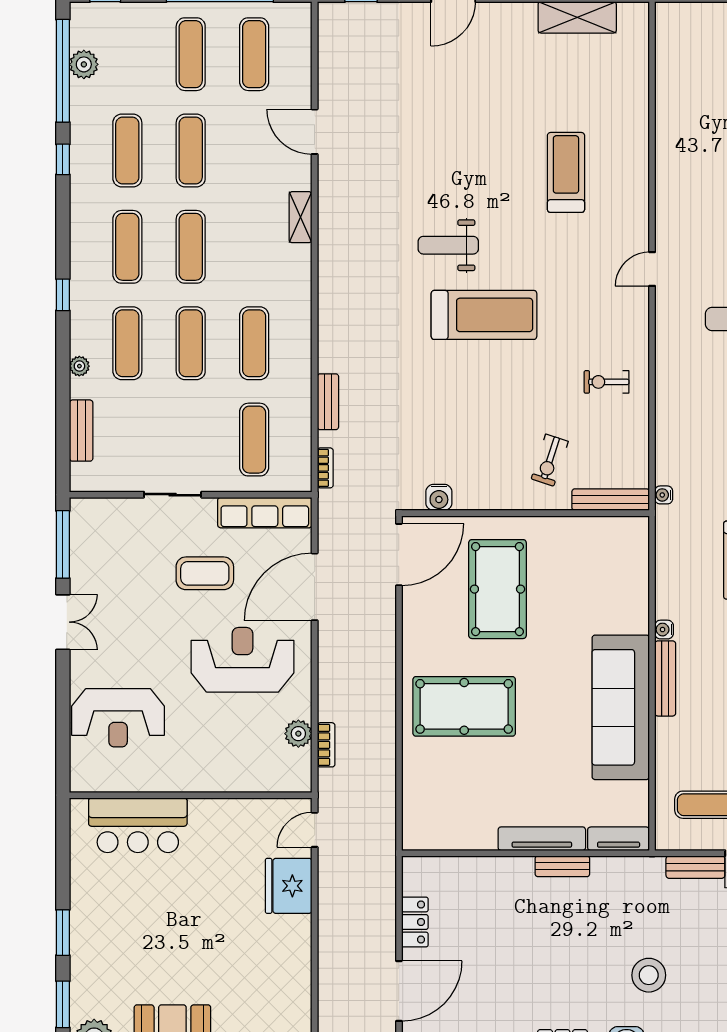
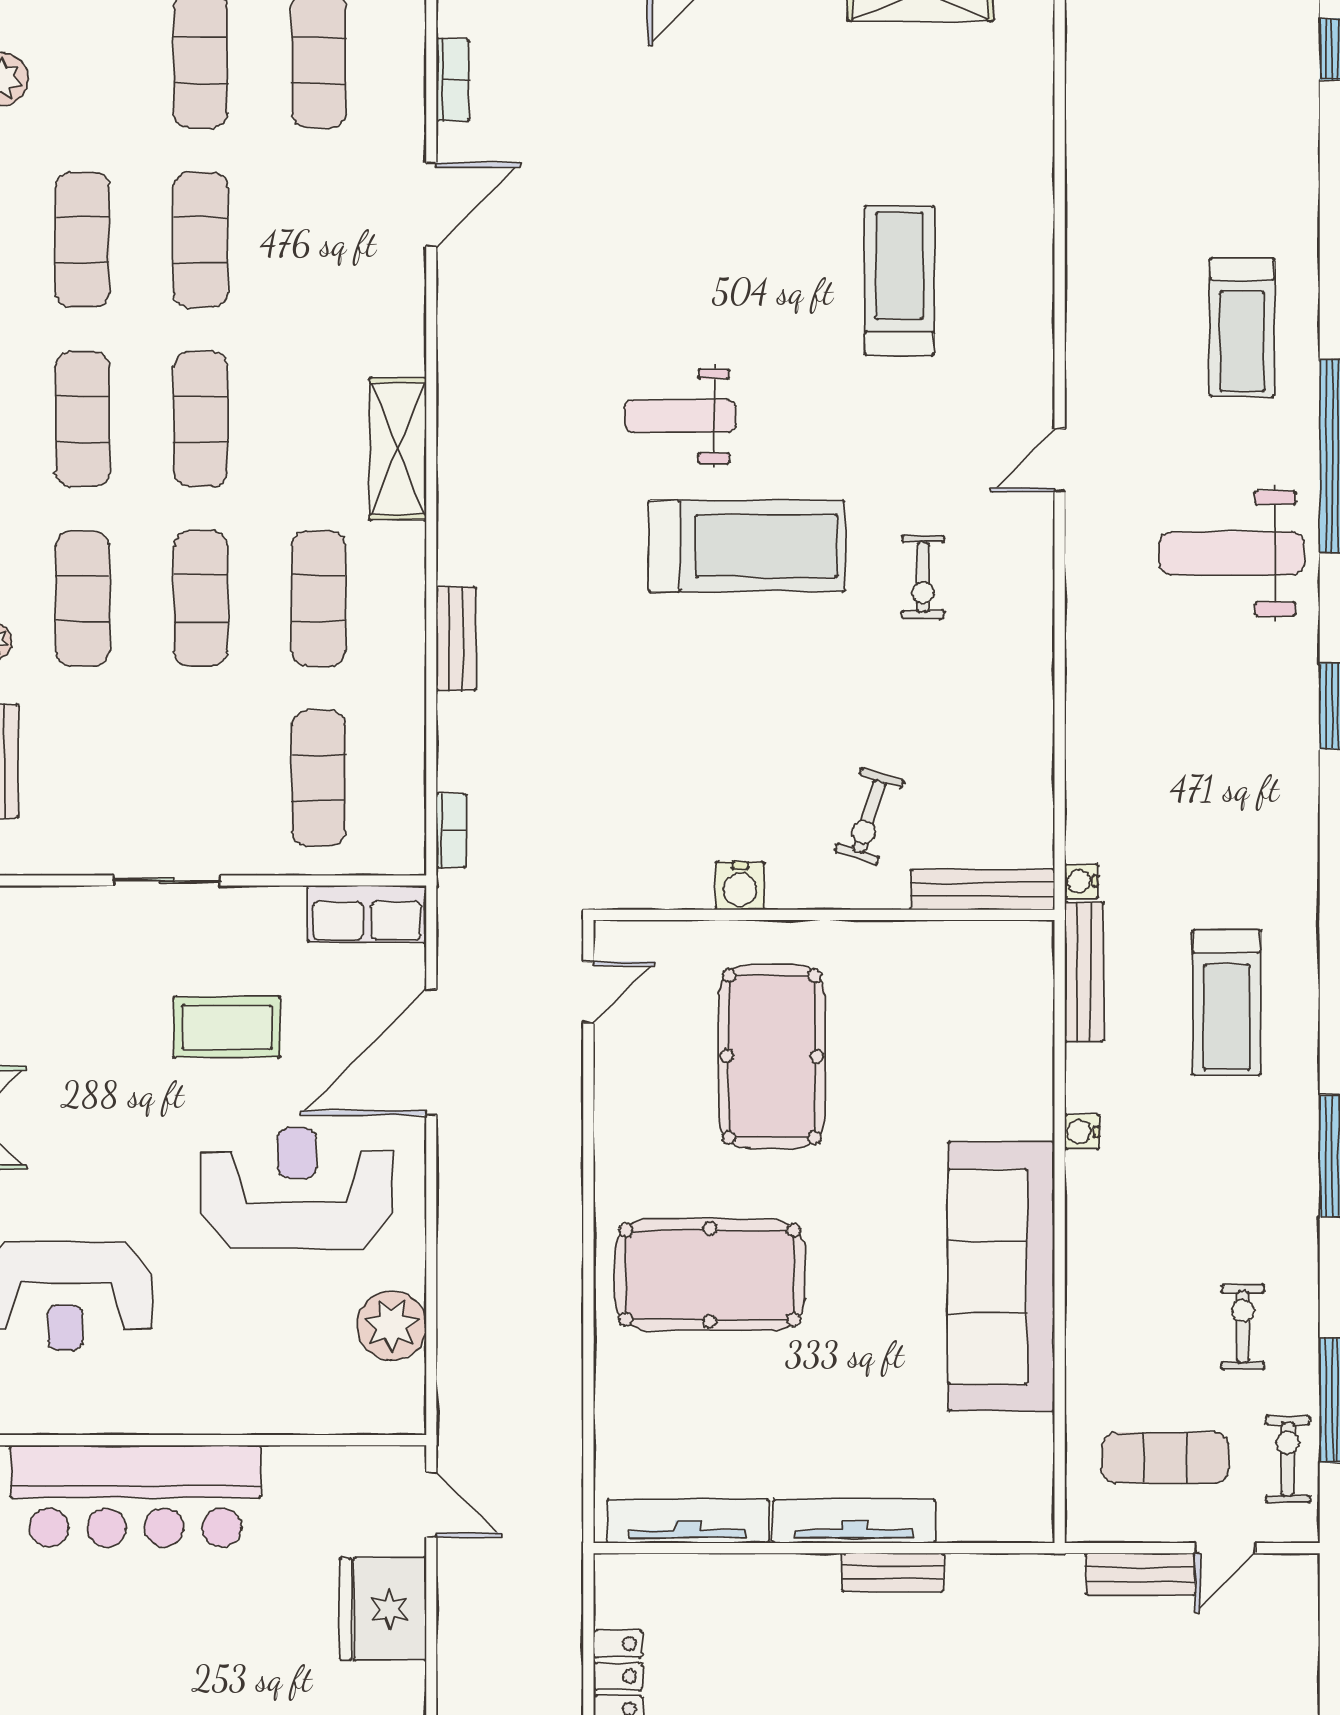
door: (315, 132) -> (431, 205), swing flipped
shelving: (301, 217) -> (398, 449), moved, width x1.50, depth x1.33
exercise bike: (606, 382) -> (923, 577), moved, turned -90
bench: (328, 402) -> (456, 639), moved
water cooler: (439, 497) -> (740, 886), moved
row of seats: (265, 513) -> (367, 914), width x0.68
door: (399, 555) -> (588, 992), width x0.53
bench: (665, 678) -> (1084, 972), moved
plant: (298, 734) -> (392, 1325), width x1.36, depth x1.36
bookcase: (326, 745) -> (453, 80), moved
bar counter: (138, 825) -> (135, 1496), width x1.36
door: (315, 830) -> (431, 1505), swing flipped
tv unit: (619, 839) -> (688, 1521), moved, width x1.41

